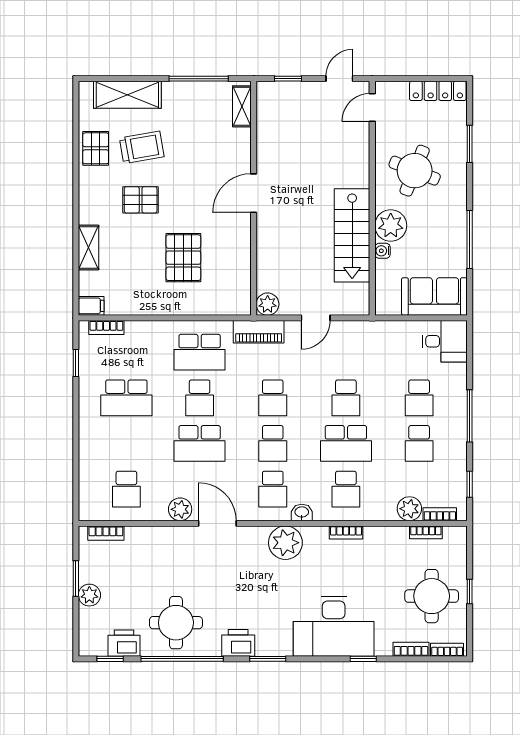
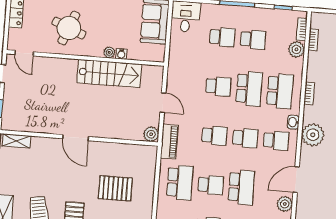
plant: (391, 226) -> (109, 52), width x0.53, depth x0.53
school desk: (346, 489) -> (280, 91), width x1.85

